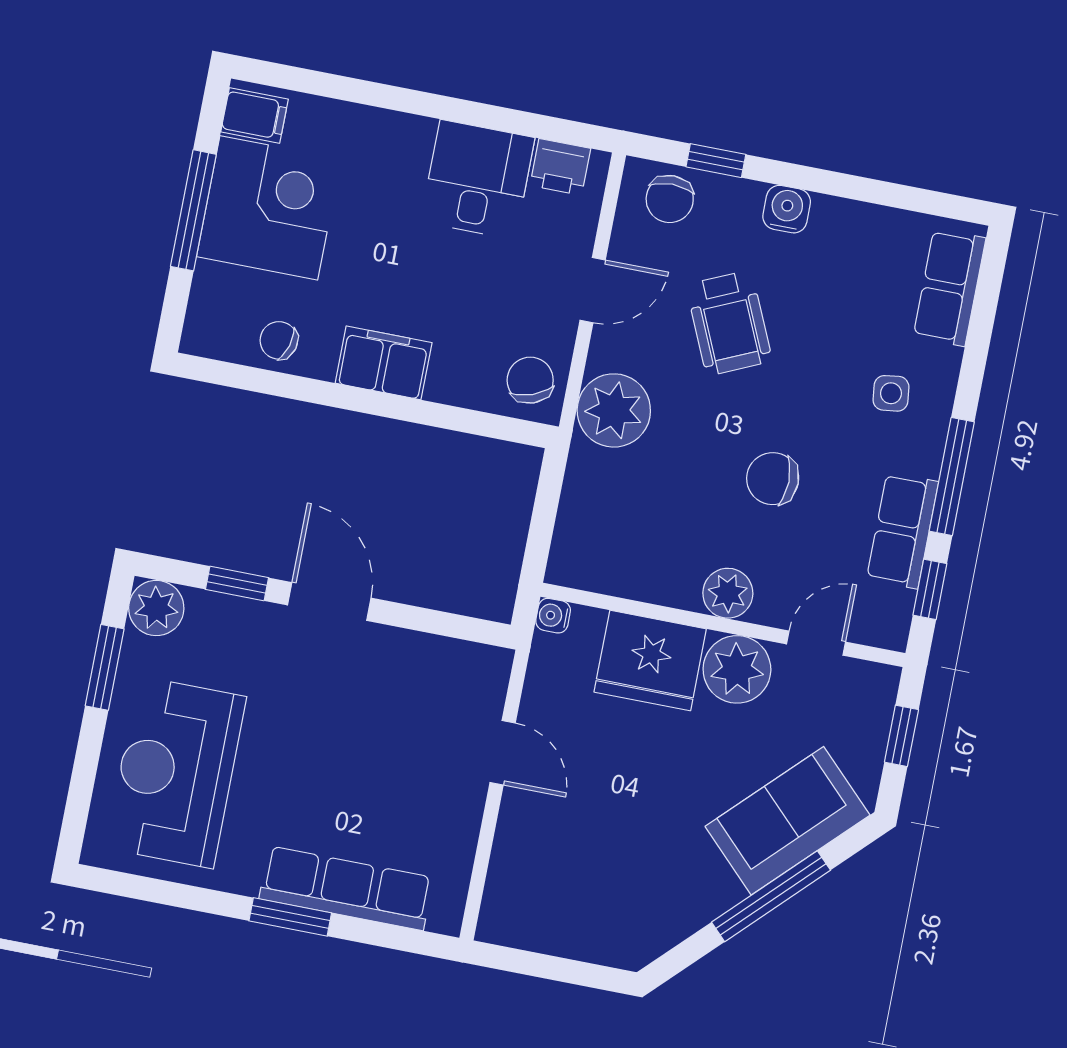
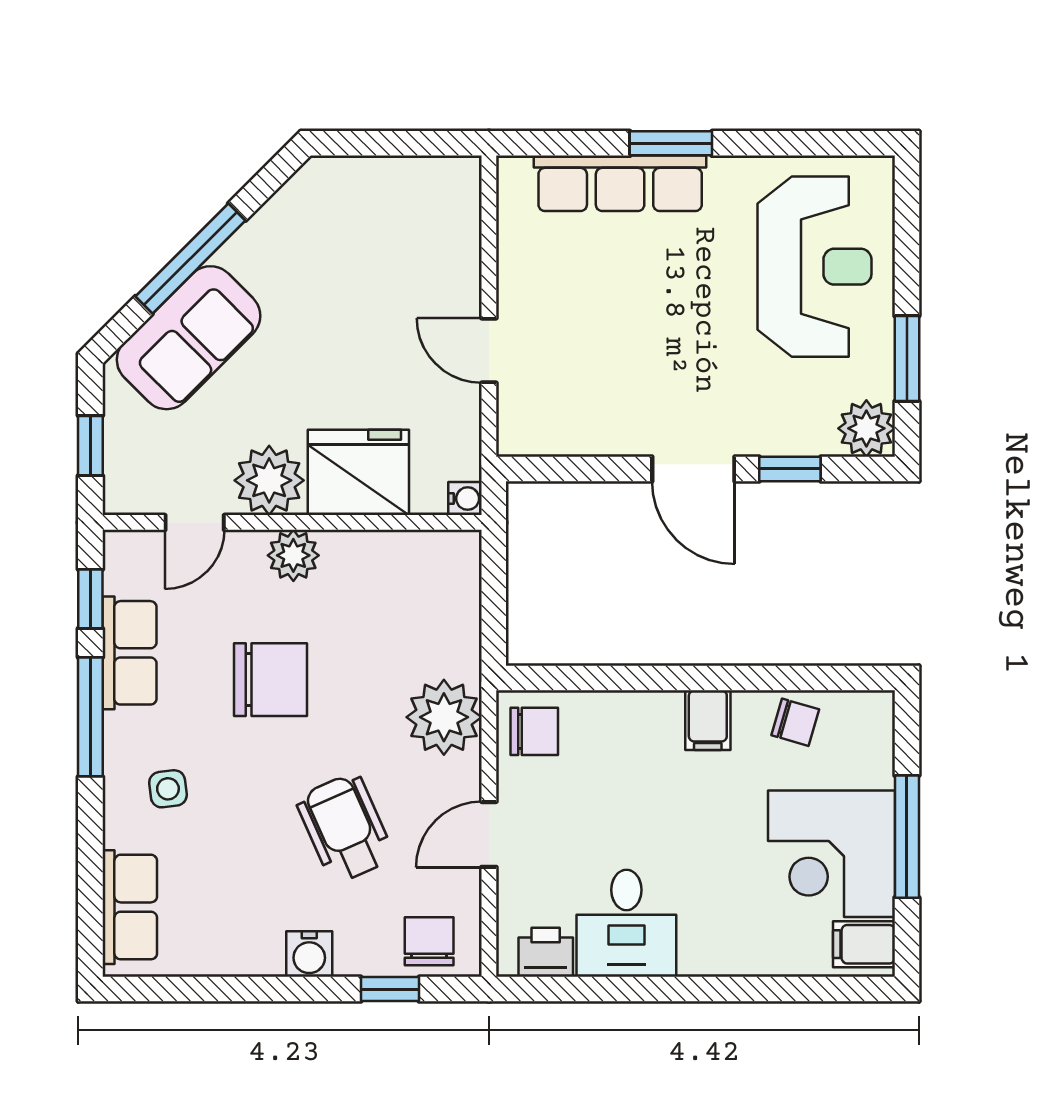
filing cabinet: (384, 363) -> (708, 720), width x0.50
chair: (530, 380) -> (534, 731), turned -70
chair: (773, 479) -> (270, 680), width x1.37, depth x1.37

